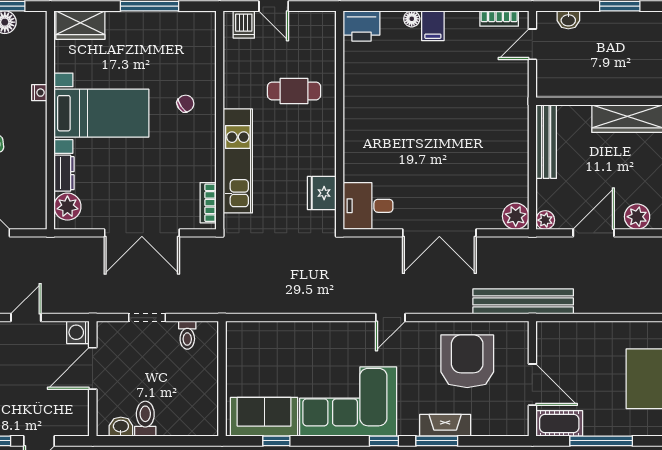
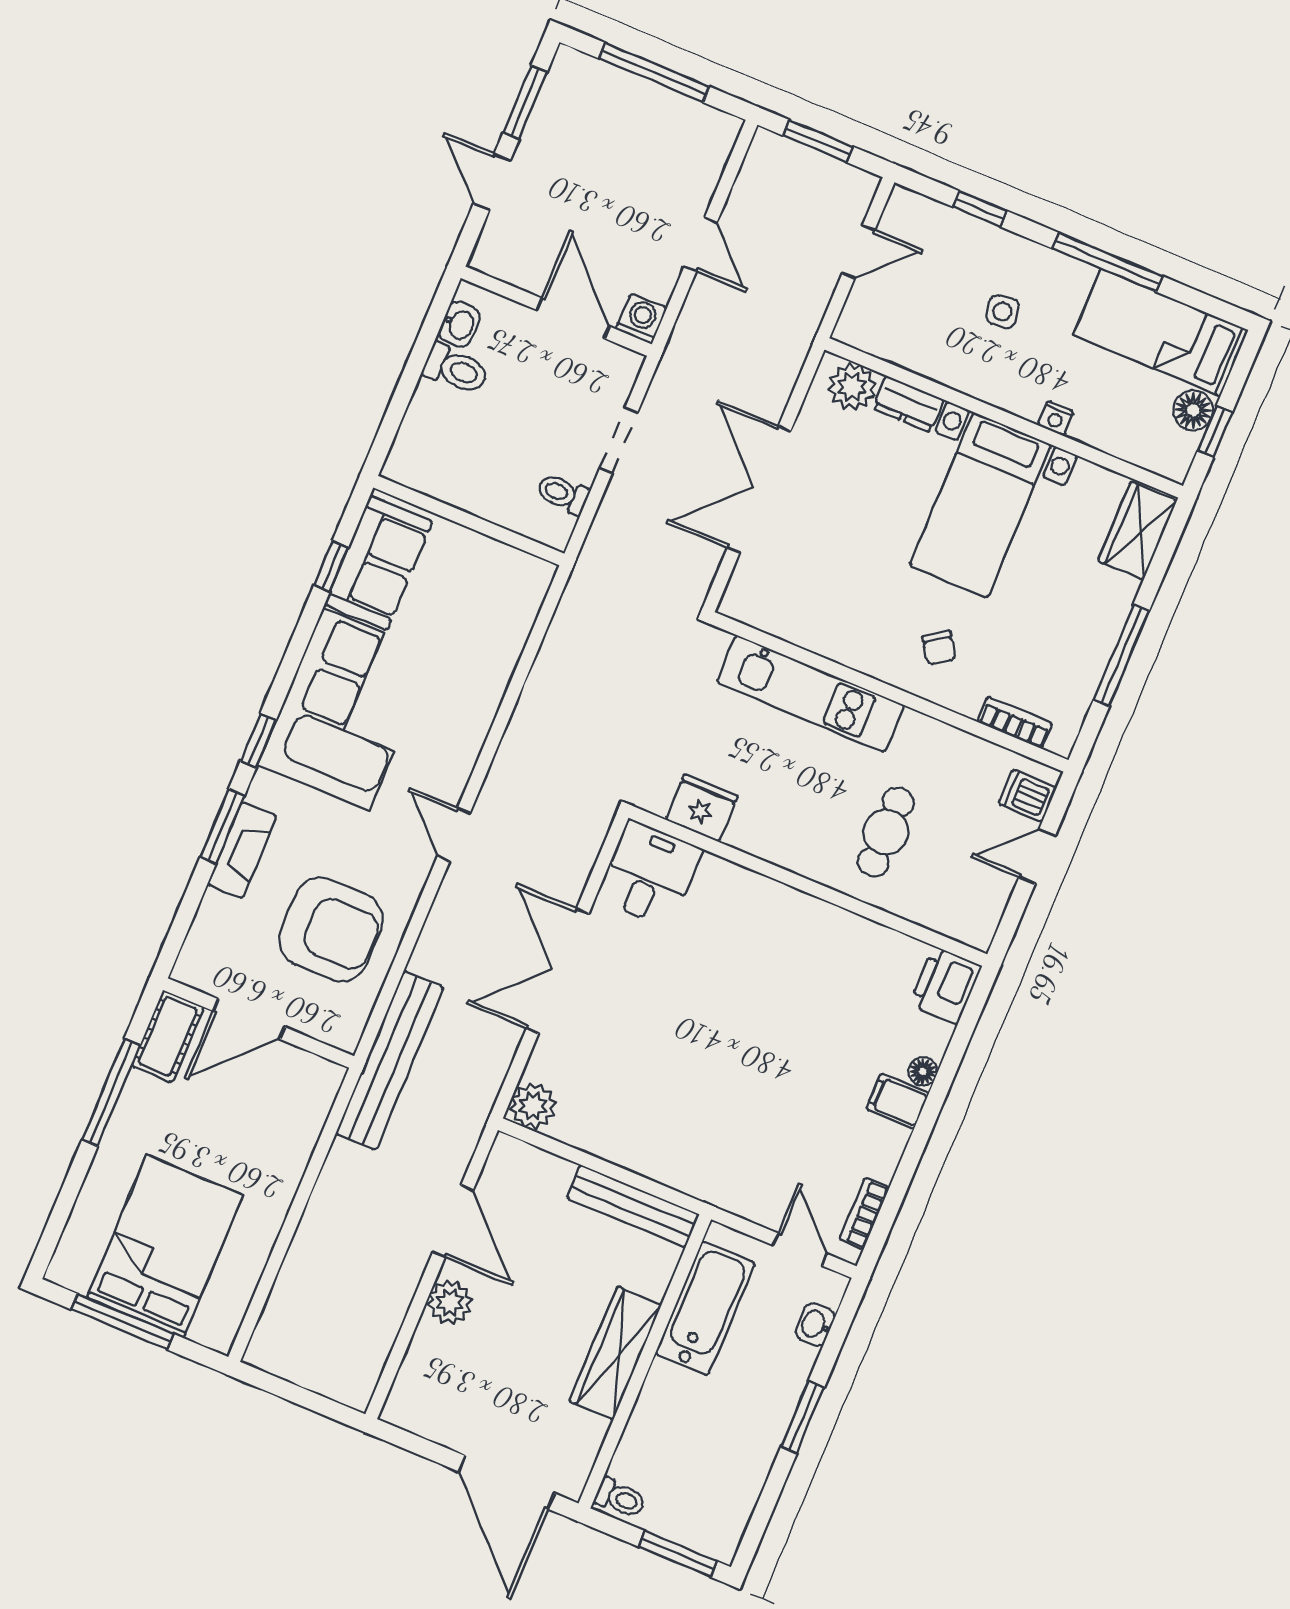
bathtub: (584, 81) -> (705, 1308), added
bookcase: (208, 203) -> (1015, 723), moved
plant: (545, 220) -> (507, 1151), removed

